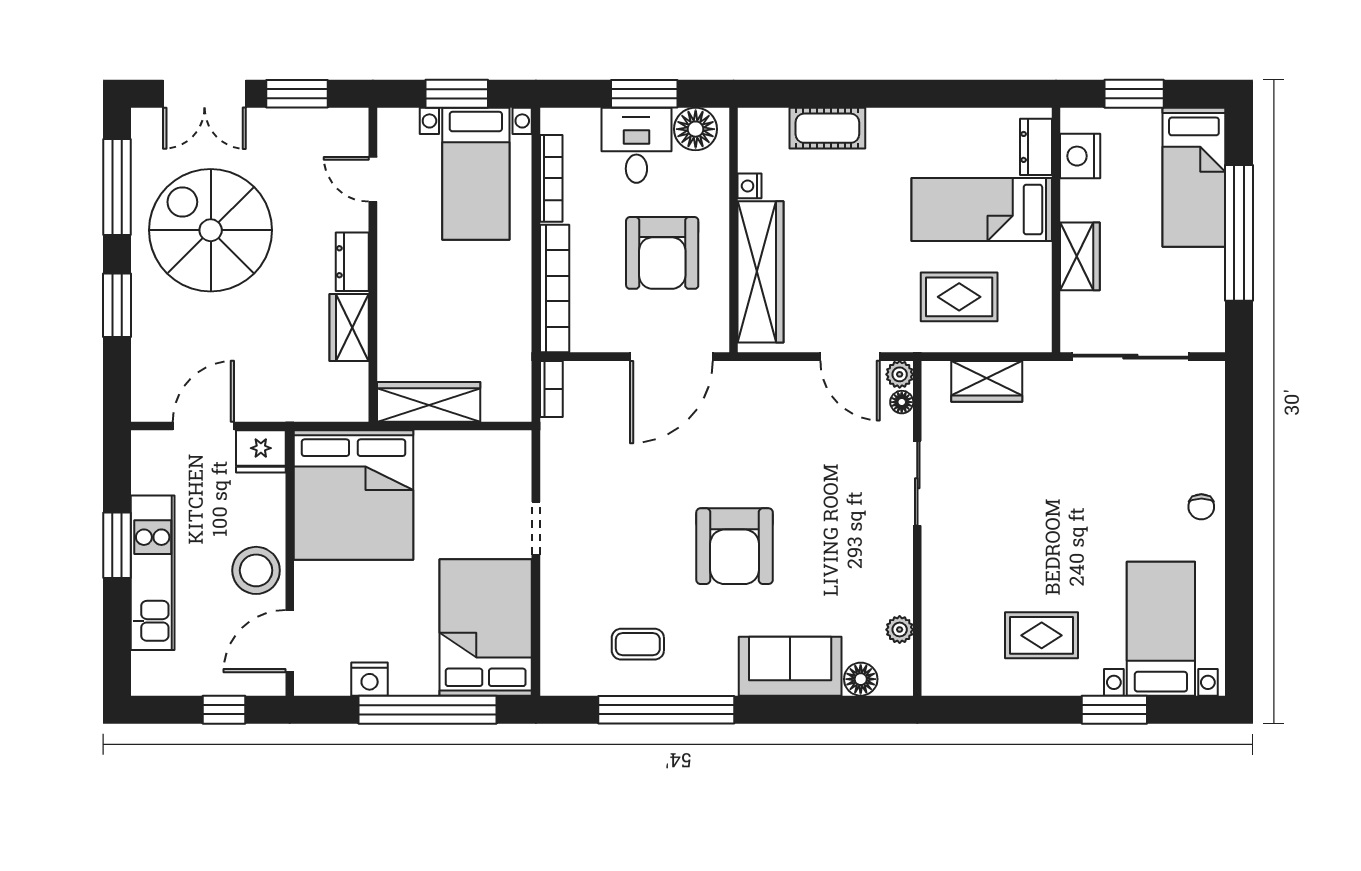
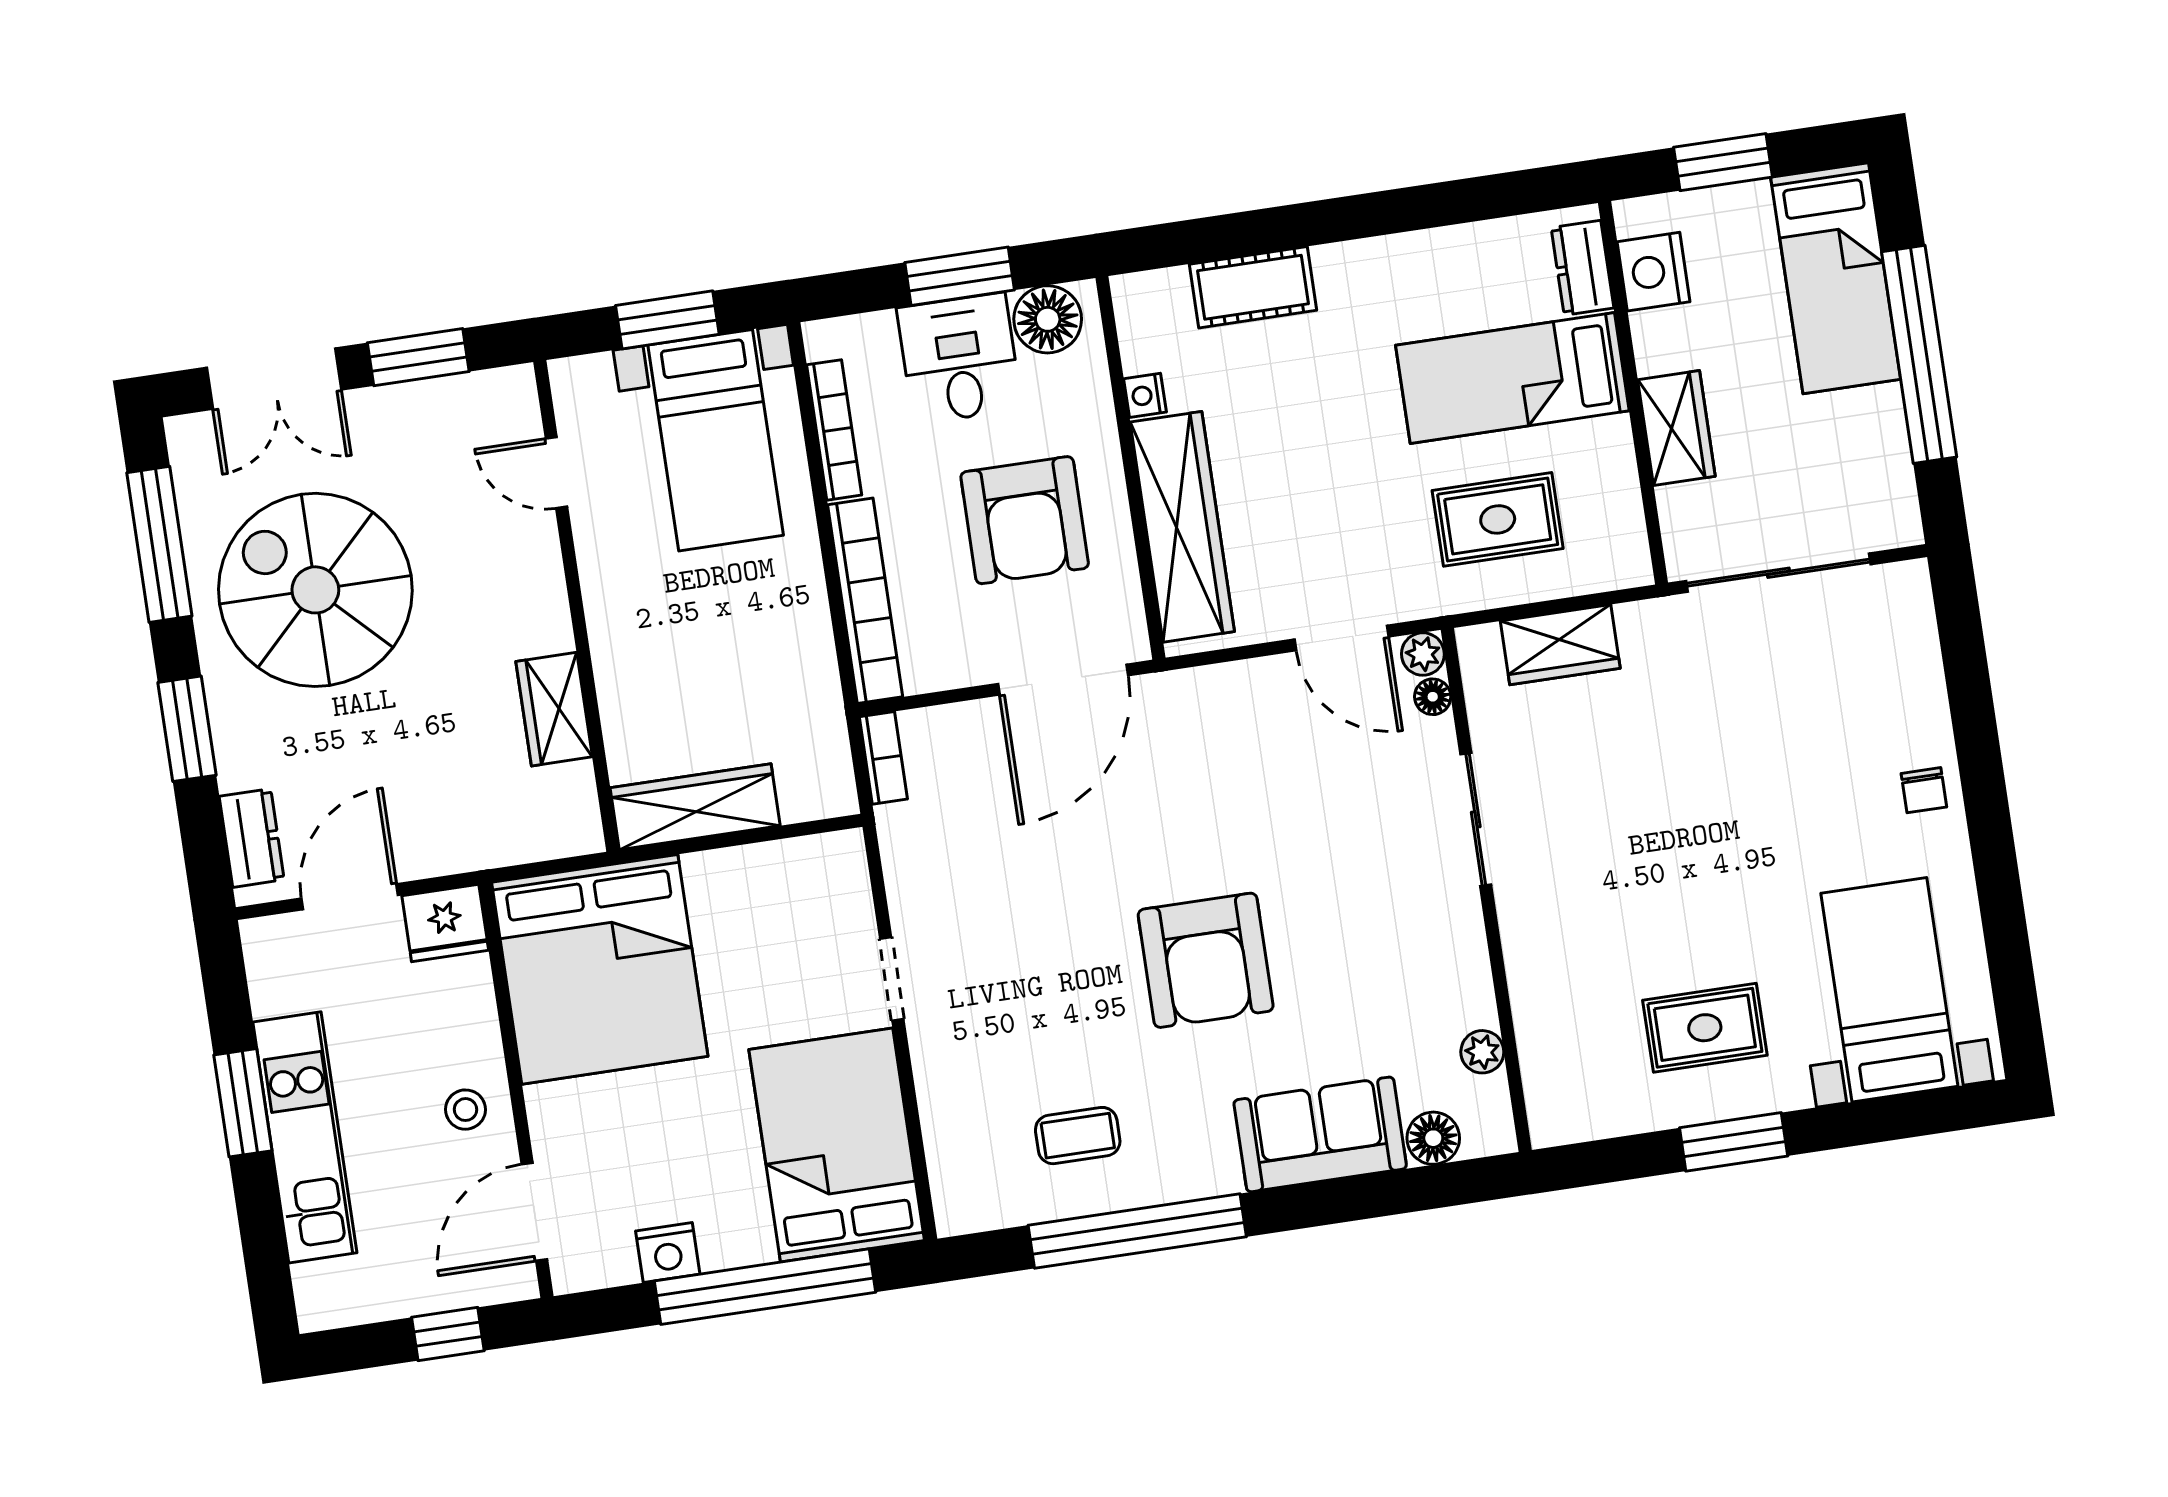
dresser: (352, 262) -> (252, 838), moved, turned 180
stool: (256, 570) -> (466, 1110), width x0.53, depth x0.53
window: (1114, 710) -> (1734, 1142), moved

